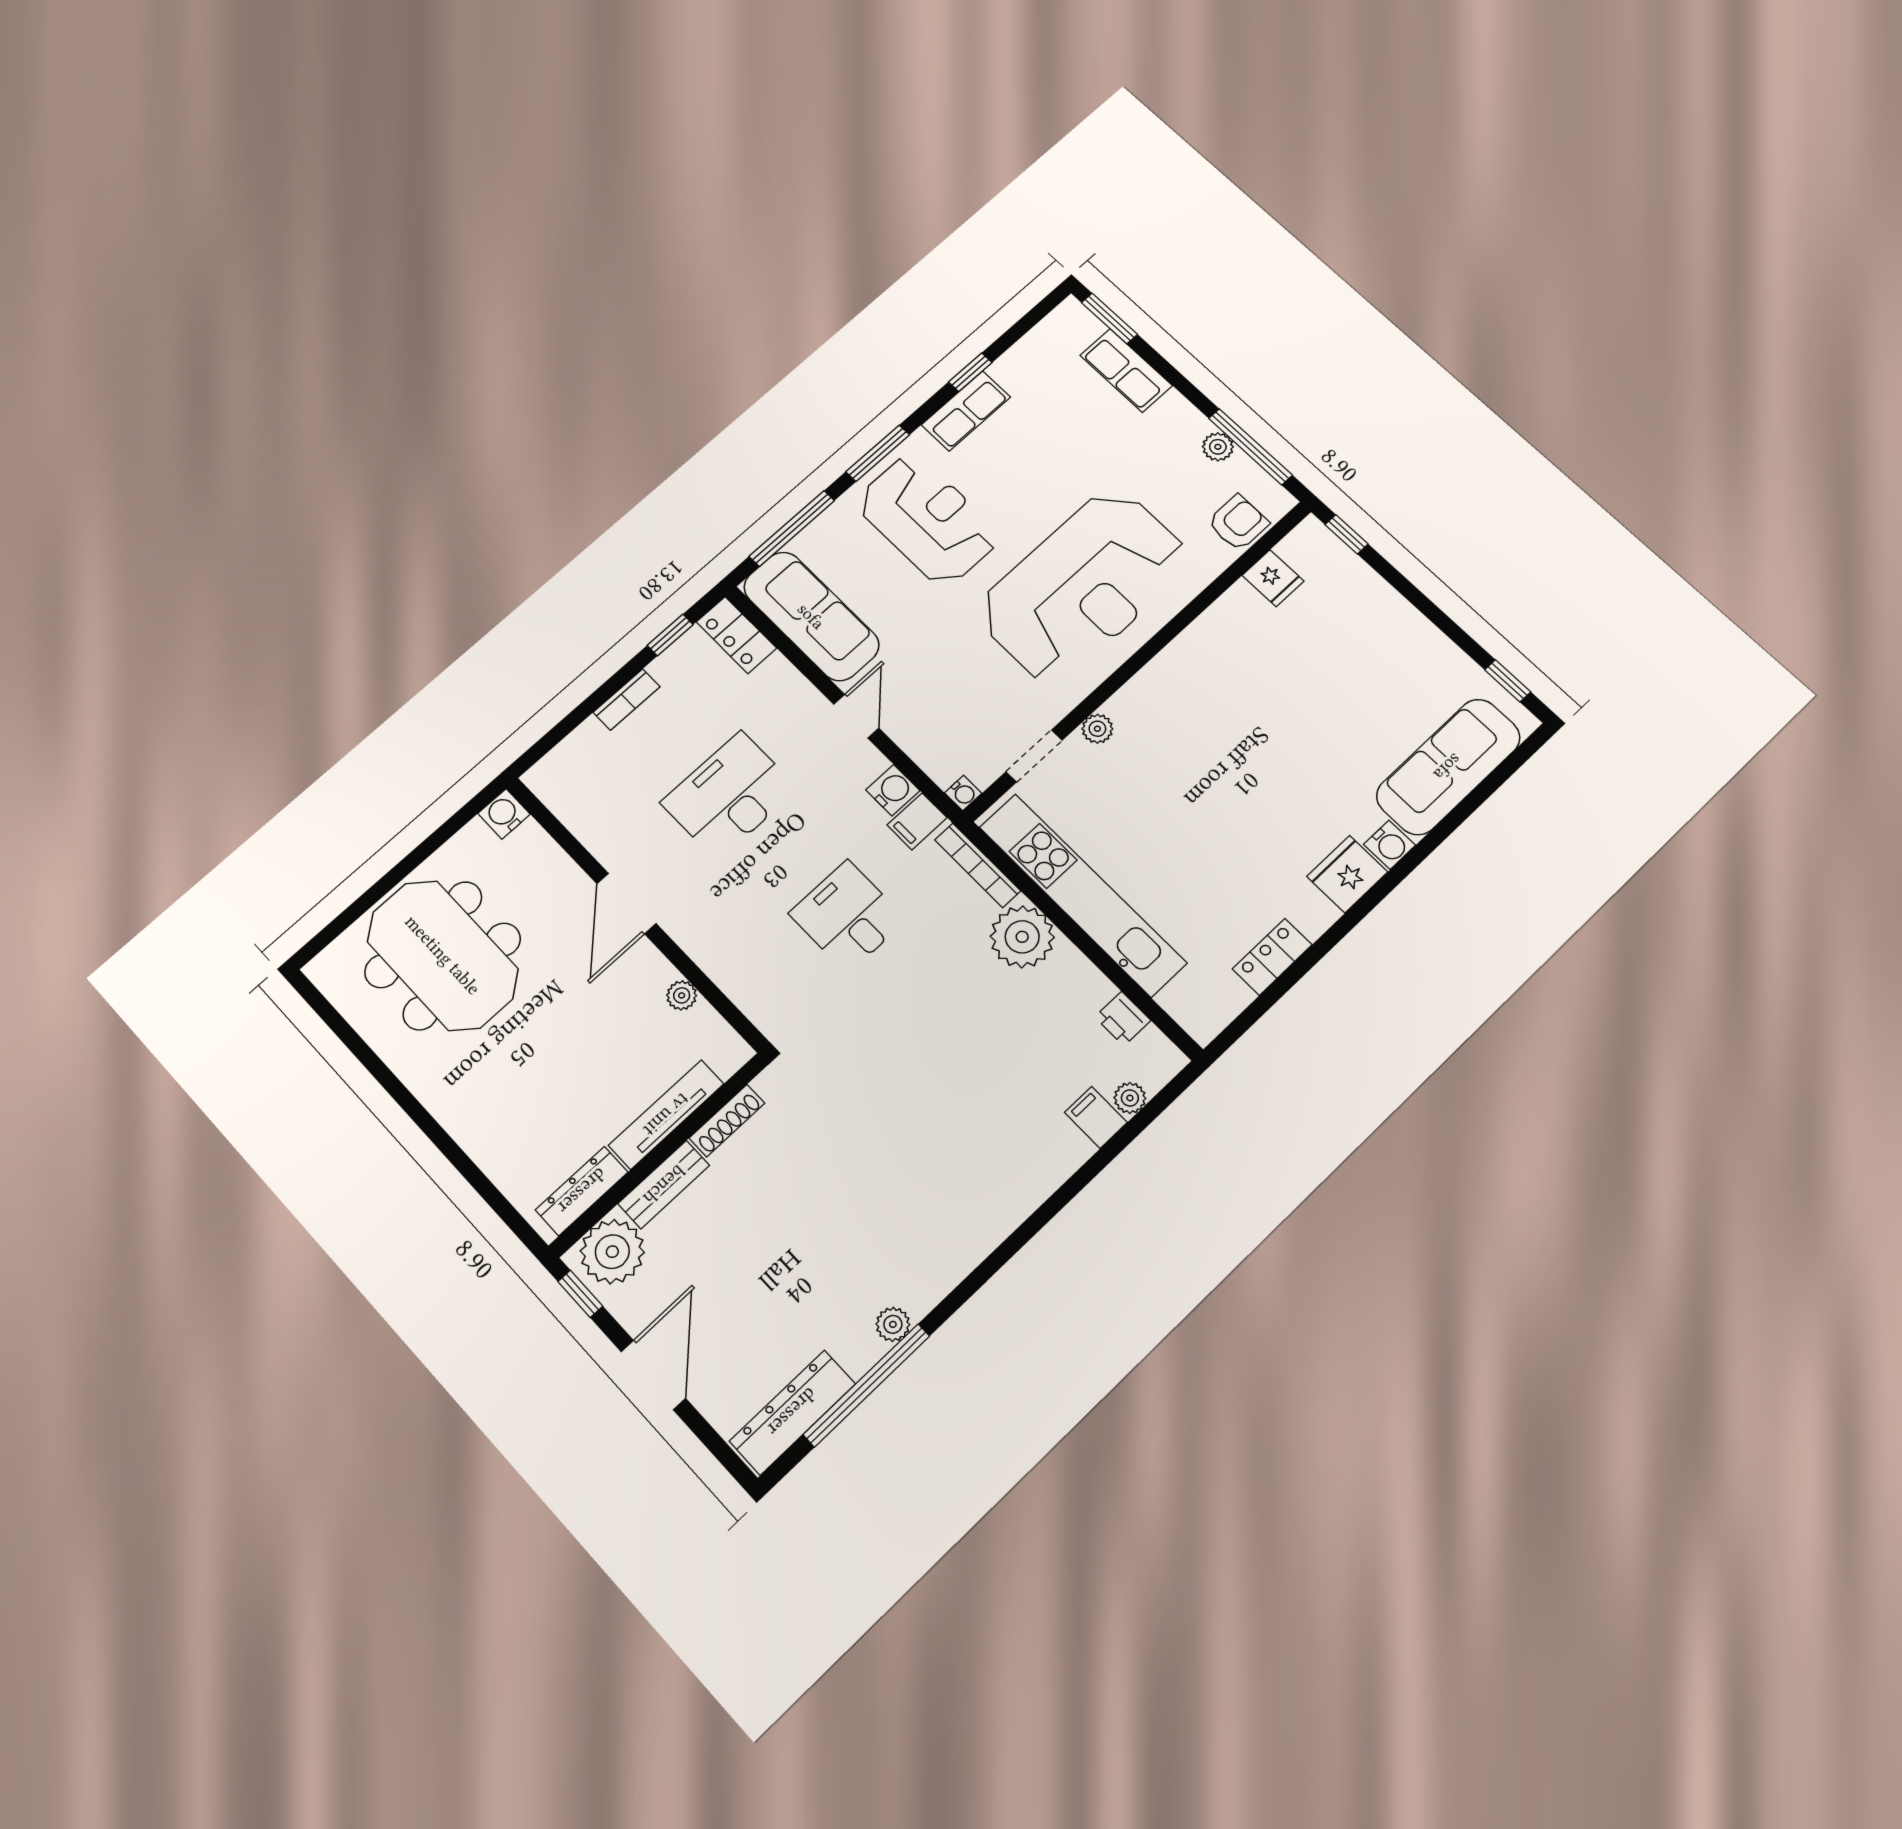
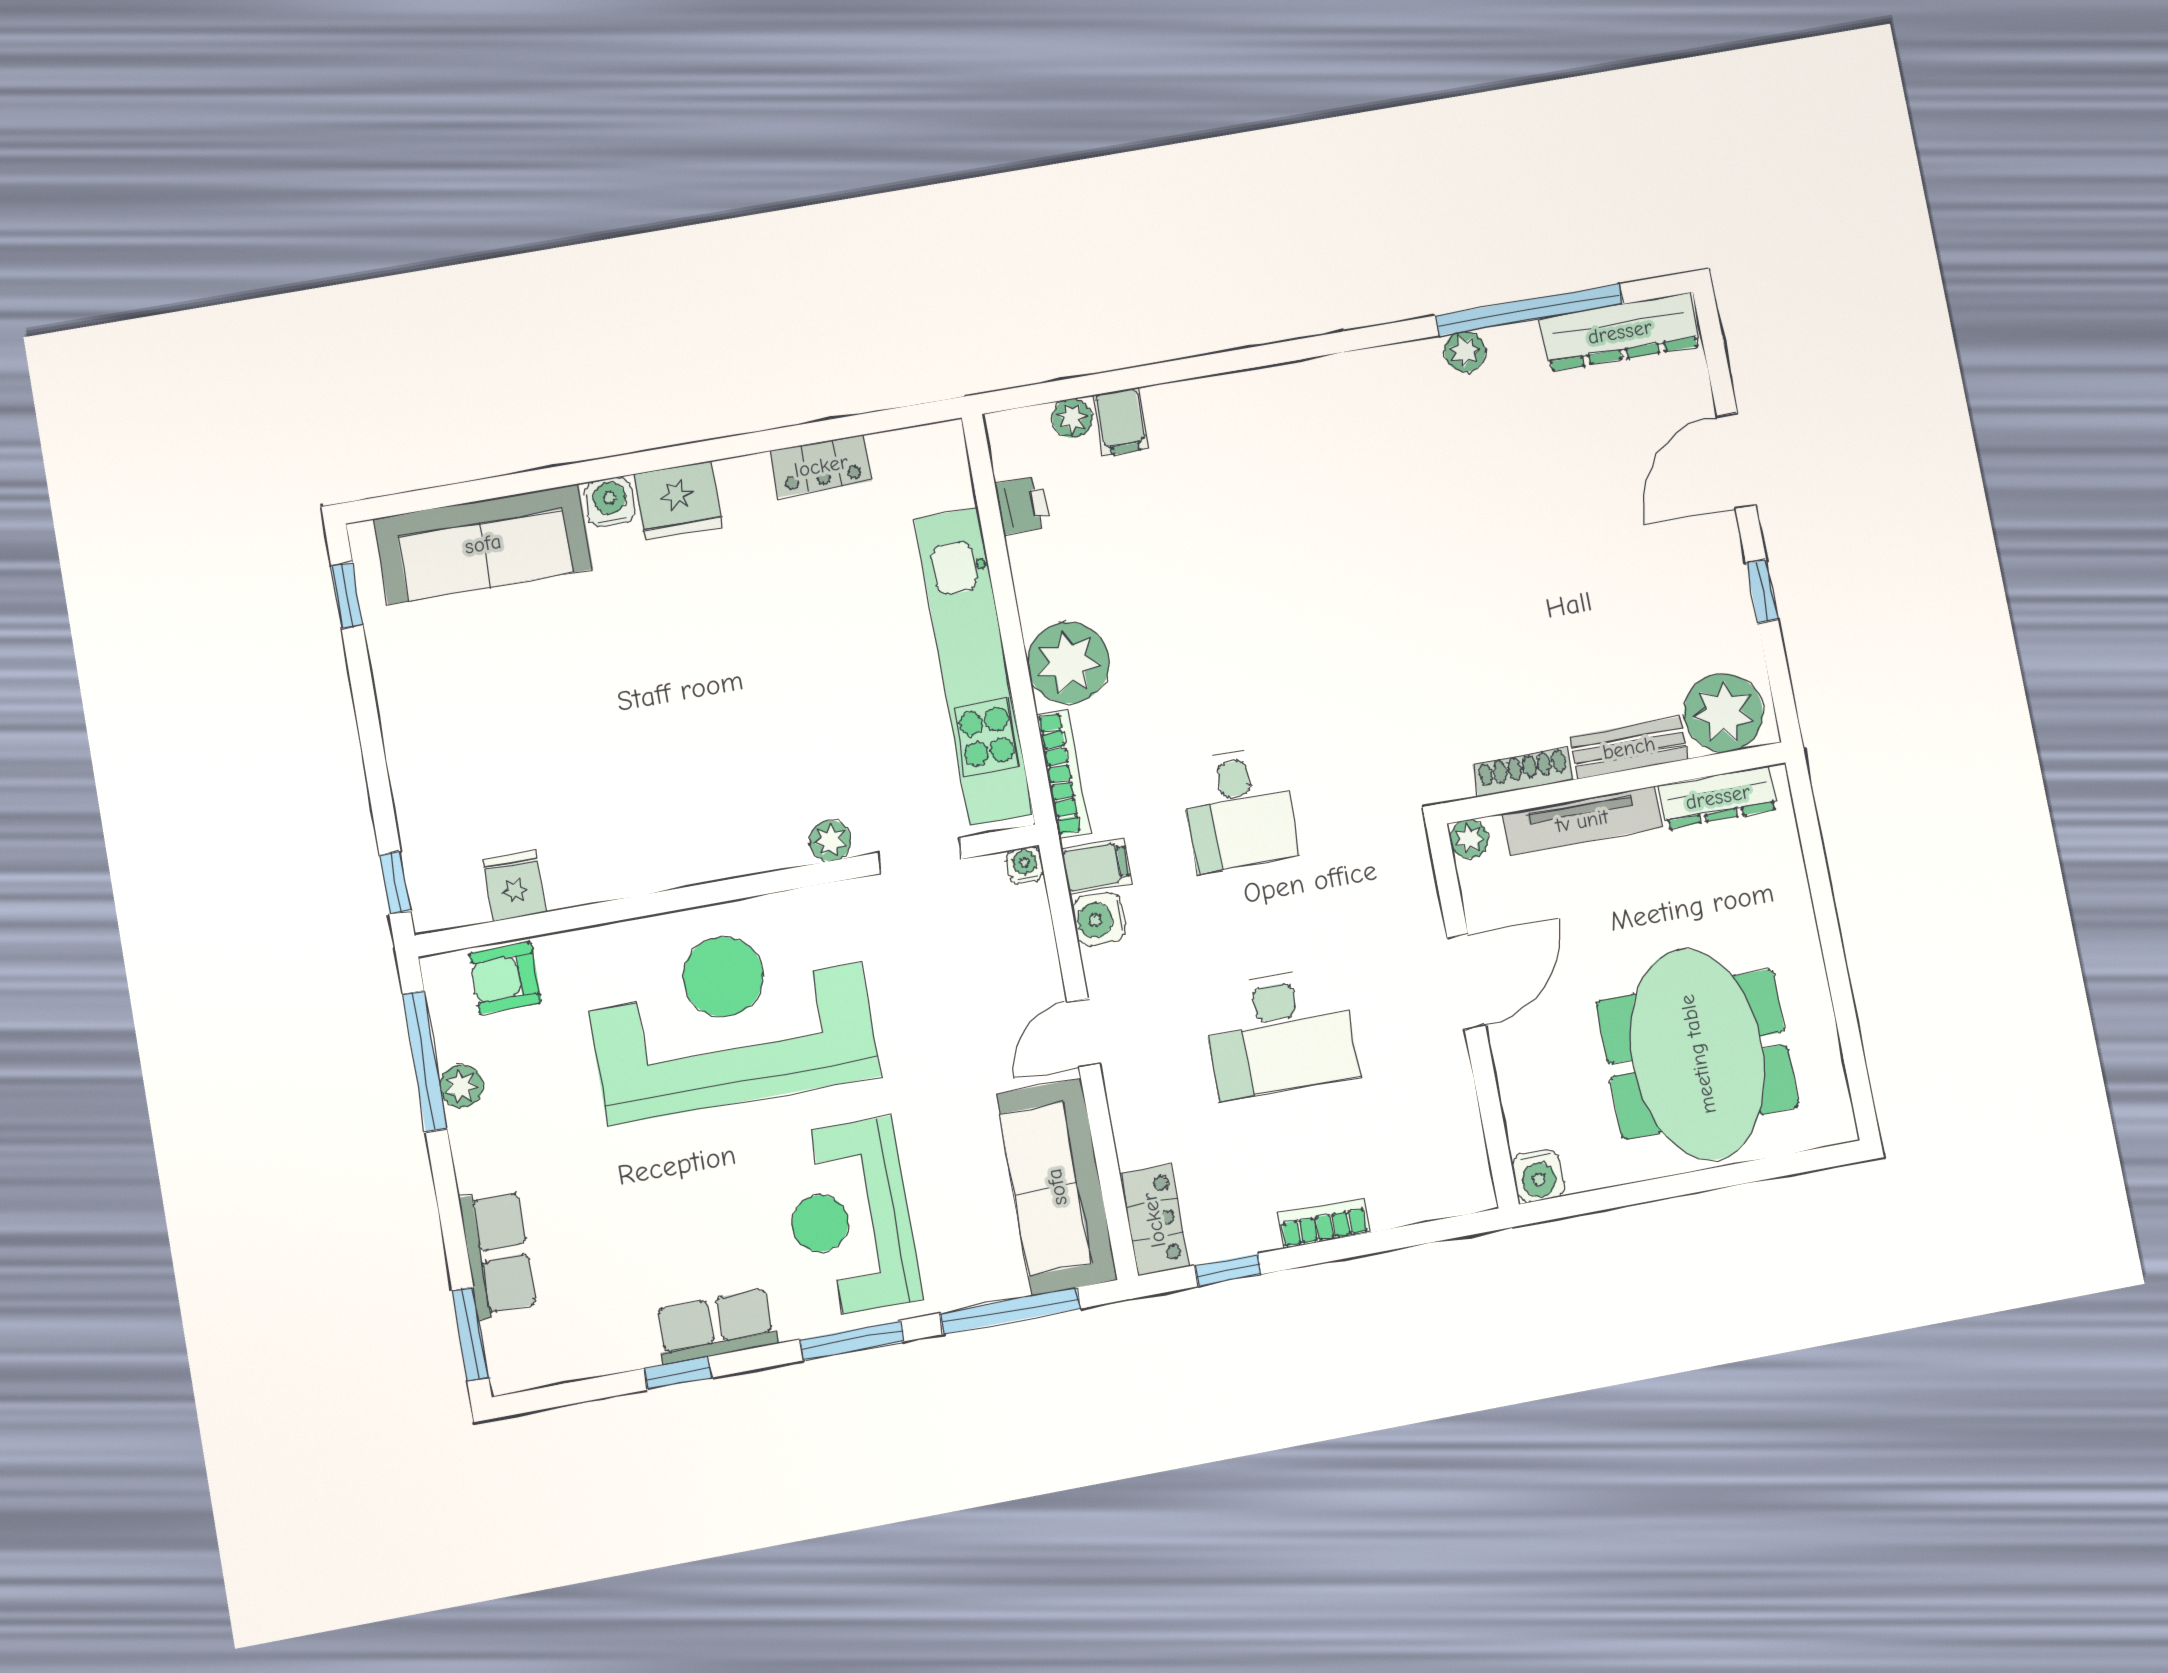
tv unit: (666, 1115) -> (1582, 821), moved
shoe rack: (727, 1121) -> (1523, 772), moved
wall: (659, 1154) -> (1615, 783), moved
bench: (664, 1185) -> (1629, 748), moved
dresser: (582, 1191) -> (1718, 797), moved
plant: (612, 1252) -> (1724, 713), moved

